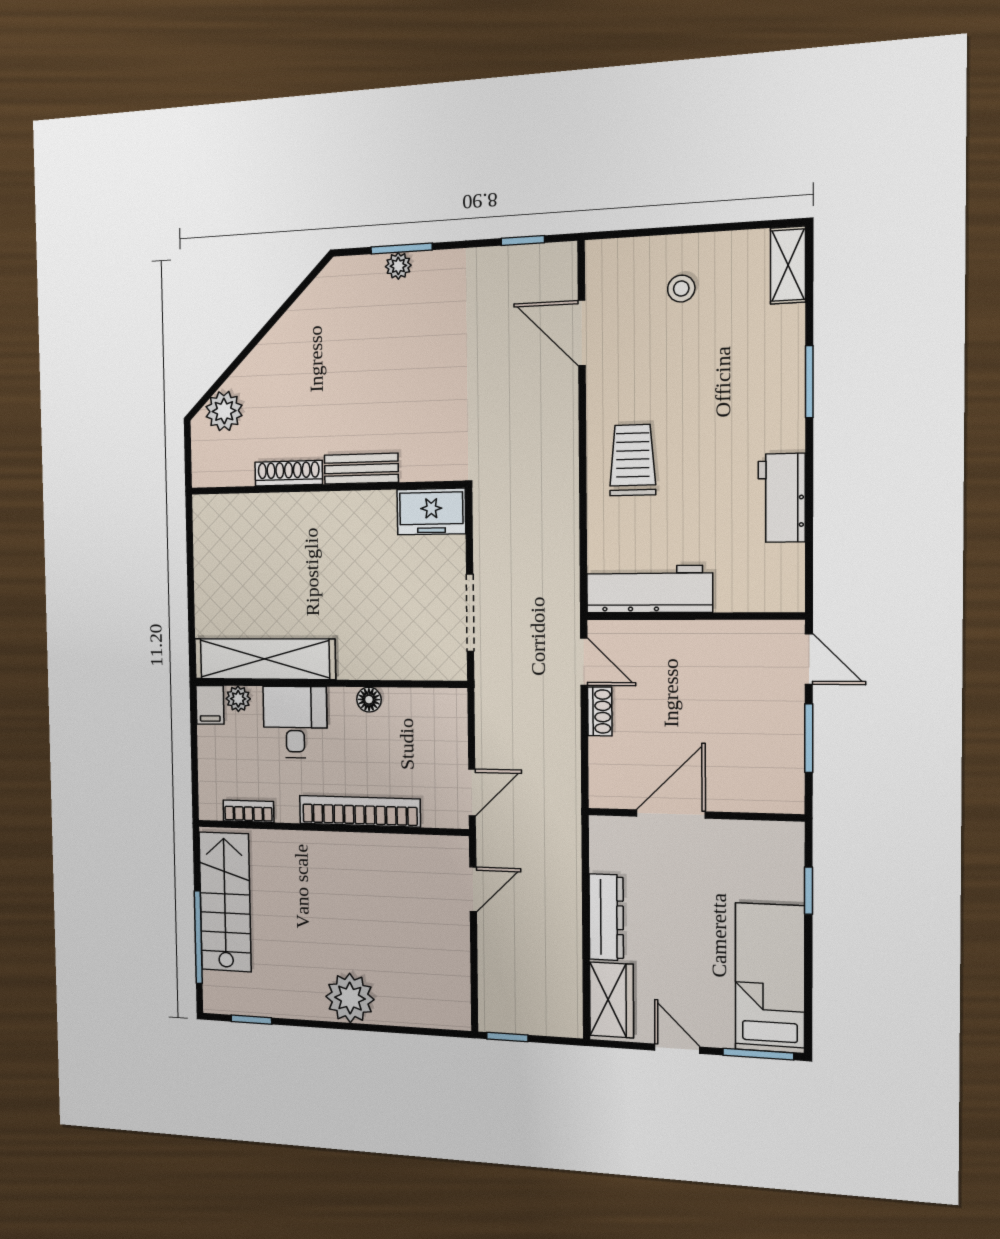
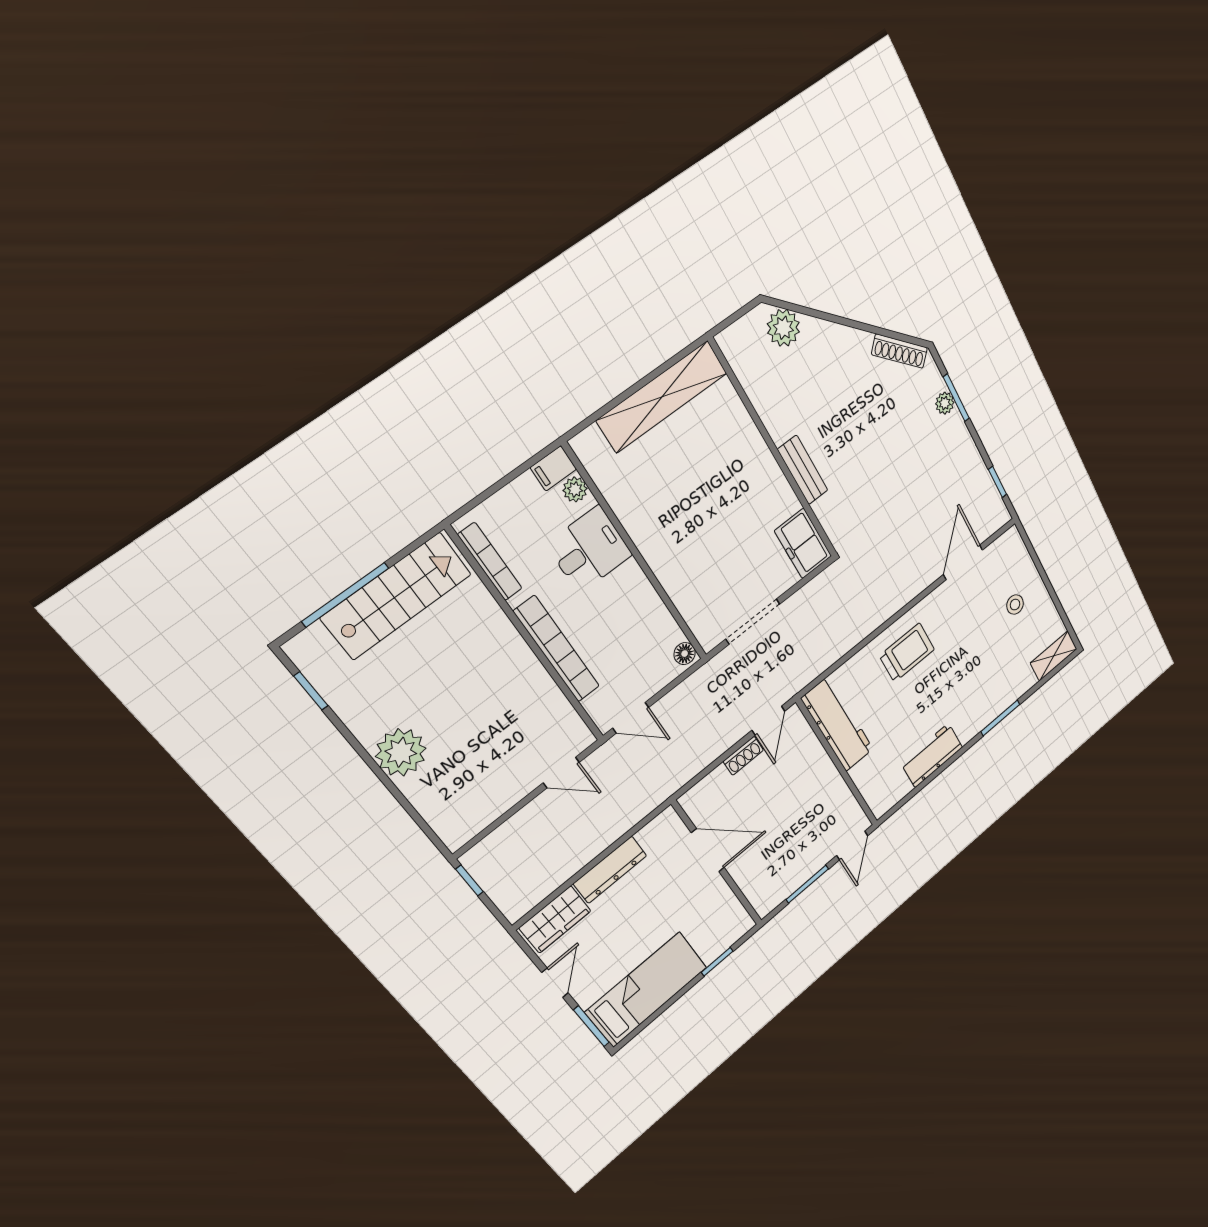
shoe rack: (289, 473) -> (900, 351), moved, turned 135
shelving: (264, 659) -> (662, 397), moved, turned 90
floor lamp: (369, 700) -> (685, 654), moved
bookcase: (248, 811) -> (490, 562), width x1.56

